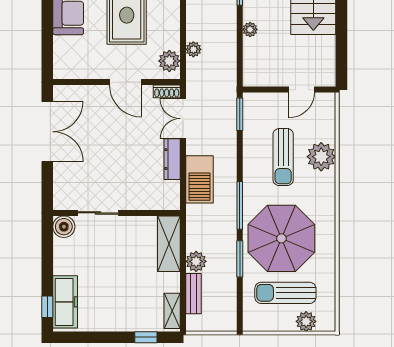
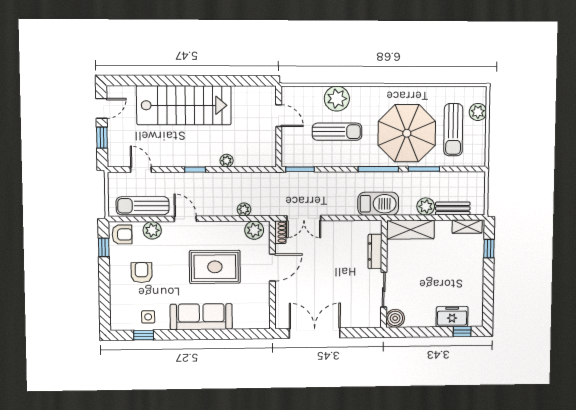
dresser: (172, 159) -> (375, 251), moved, turned 90
barbecue: (199, 179) -> (378, 204), moved
freezer: (65, 302) -> (452, 317), width x0.71

